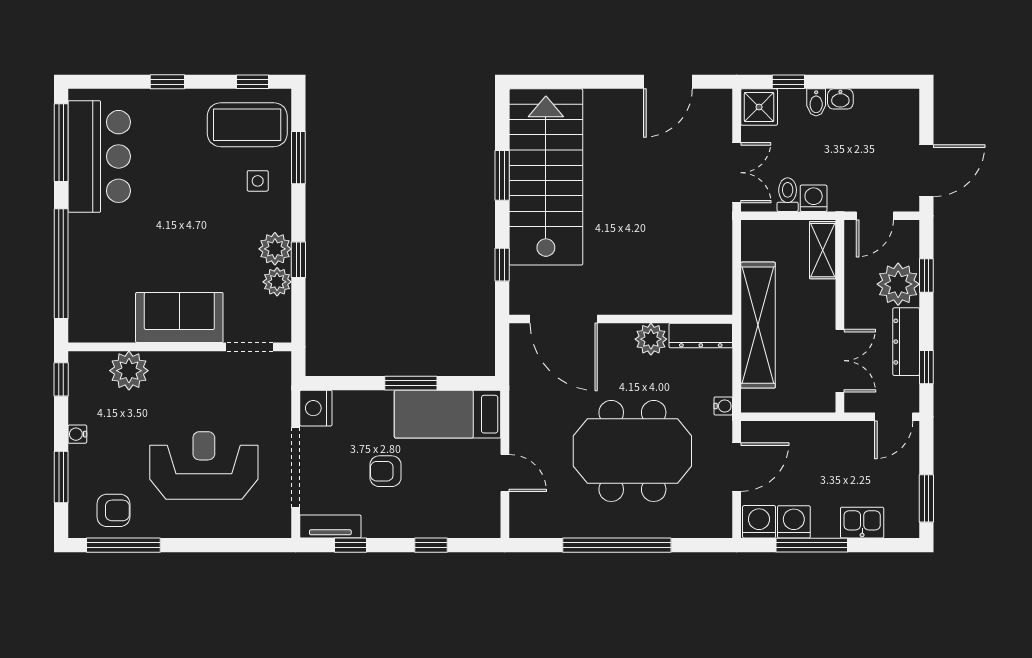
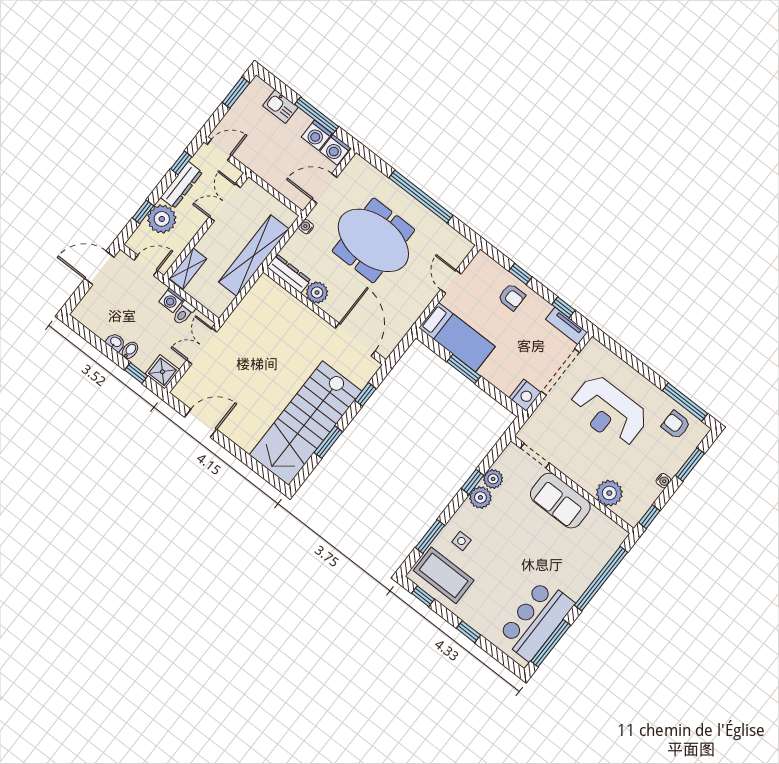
armchair: (386, 471) -> (512, 297), moved

